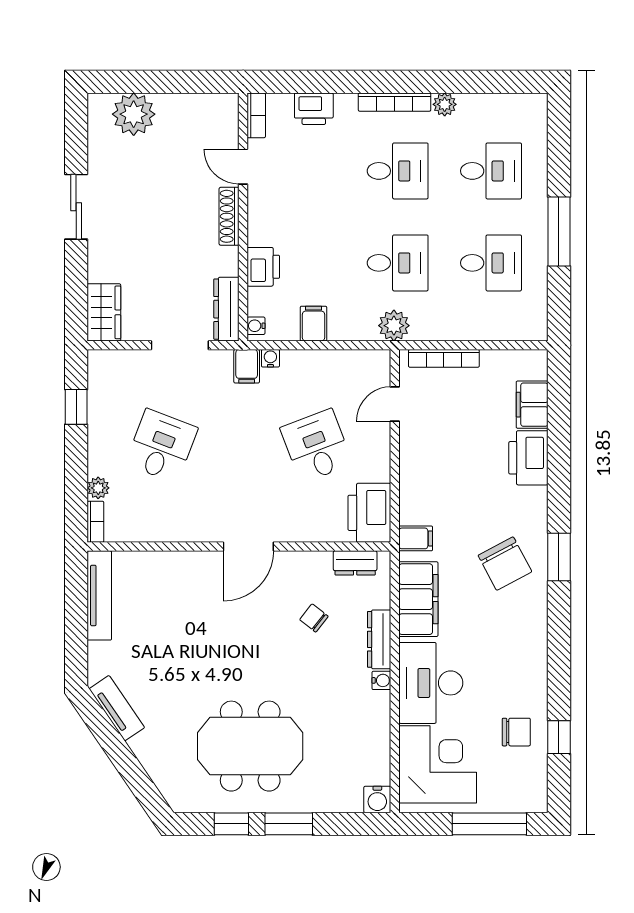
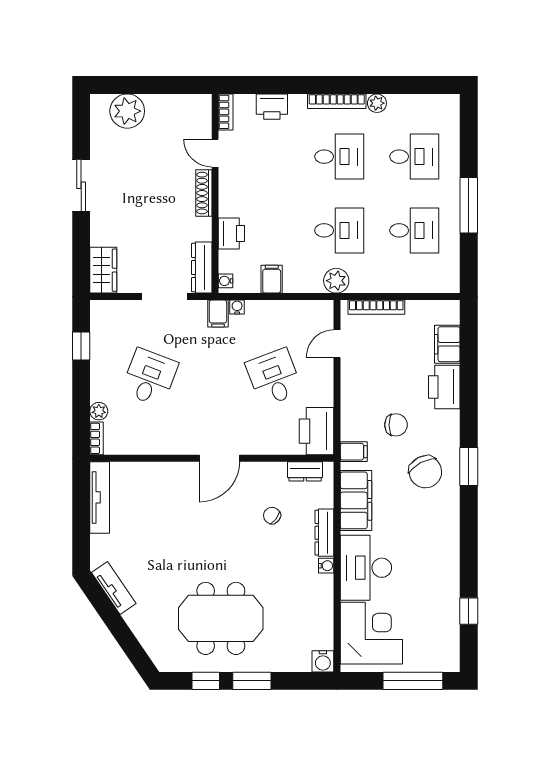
chair: (516, 732) -> (396, 425), moved

